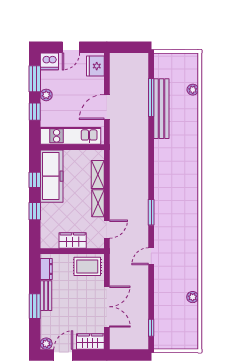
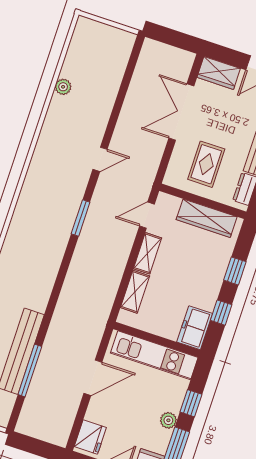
freezer: (52, 176) -> (195, 328), width x0.52, depth x0.79
wardrobe: (73, 240) -> (207, 218), width x1.50
rug: (87, 266) -> (206, 164), moved, turned 90
window: (151, 328) -> (132, 64), removed

